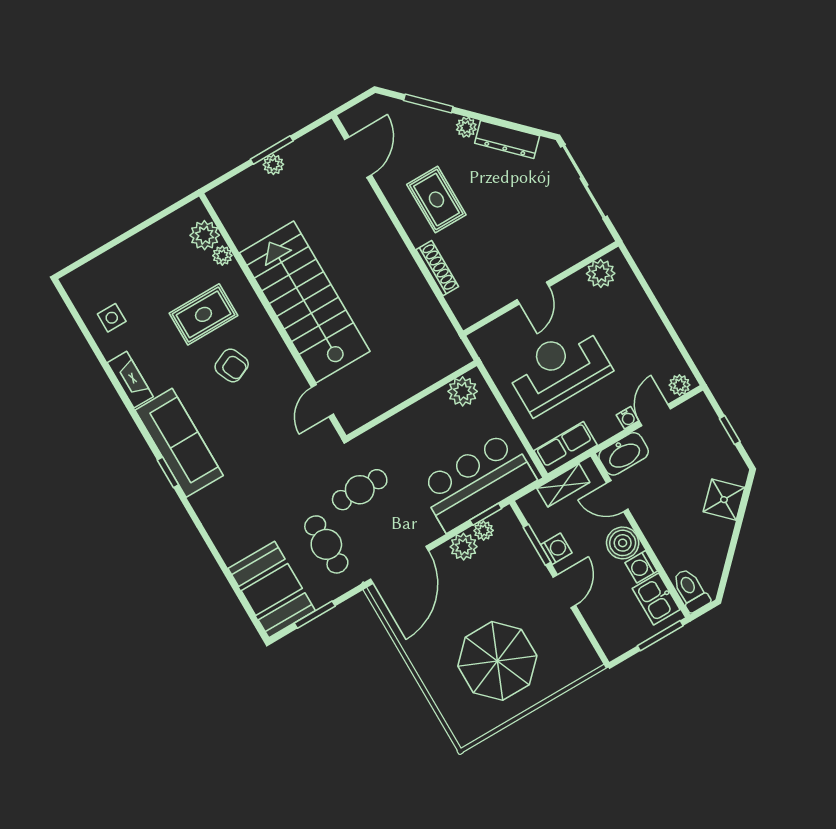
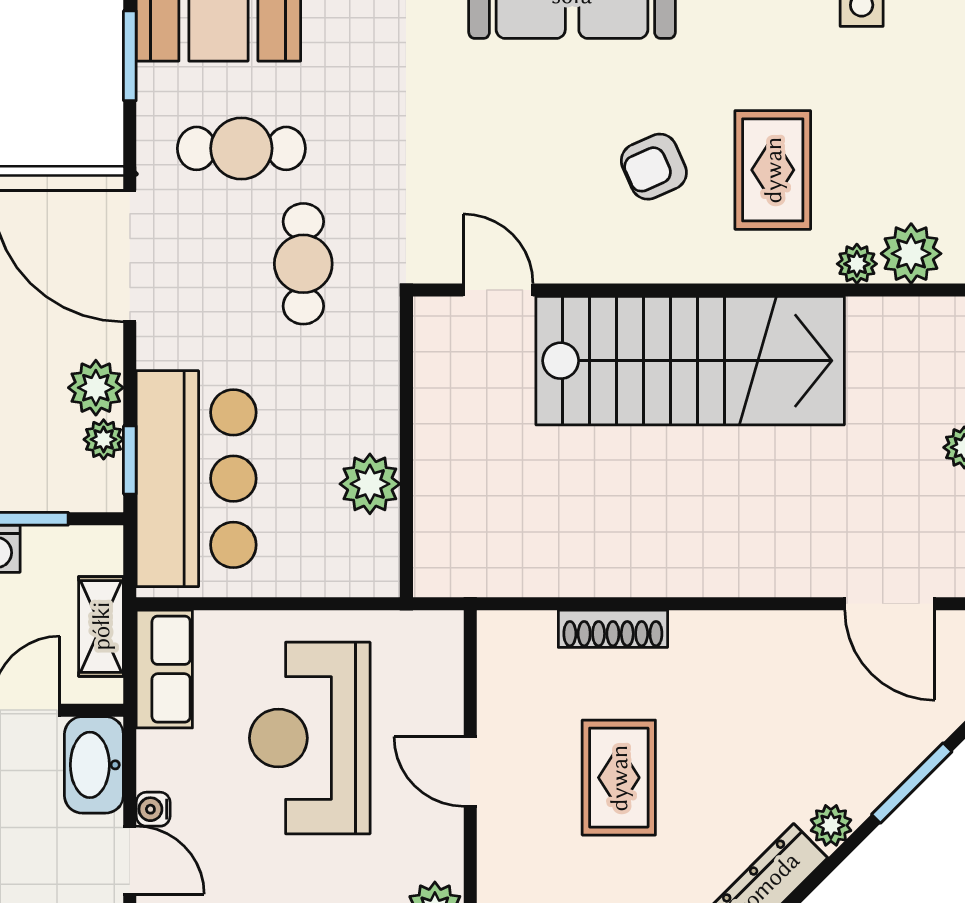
rug: (436, 200) -> (619, 778), moved, turned 90
reception desk: (559, 369) -> (310, 738), turned 180
plant: (463, 391) -> (370, 484), moved

